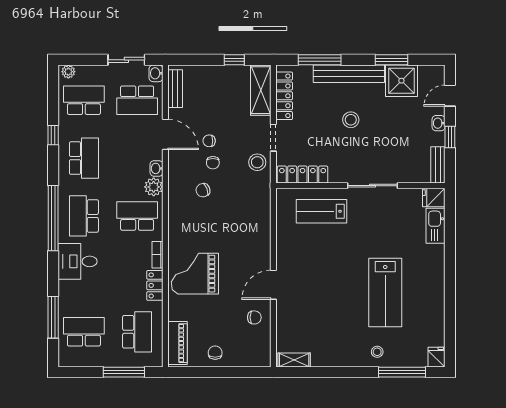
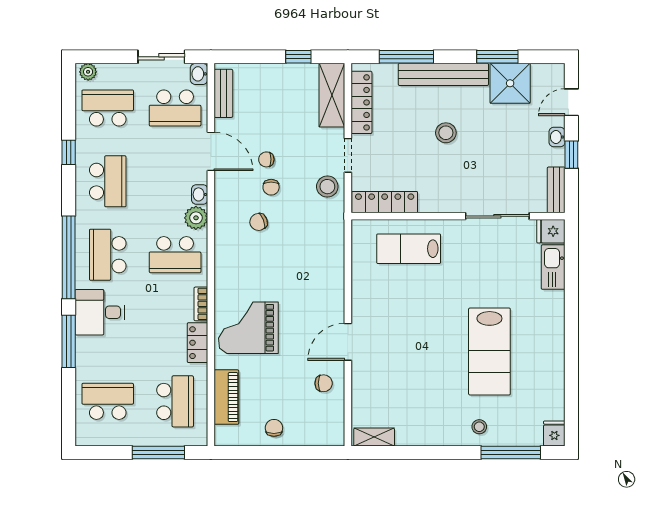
sliding door: (372, 186) -> (497, 216), moved
school desk: (137, 216) -> (175, 255), turned 180
window: (53, 317) -> (69, 341), moved
piano: (178, 343) -> (226, 397), moved

